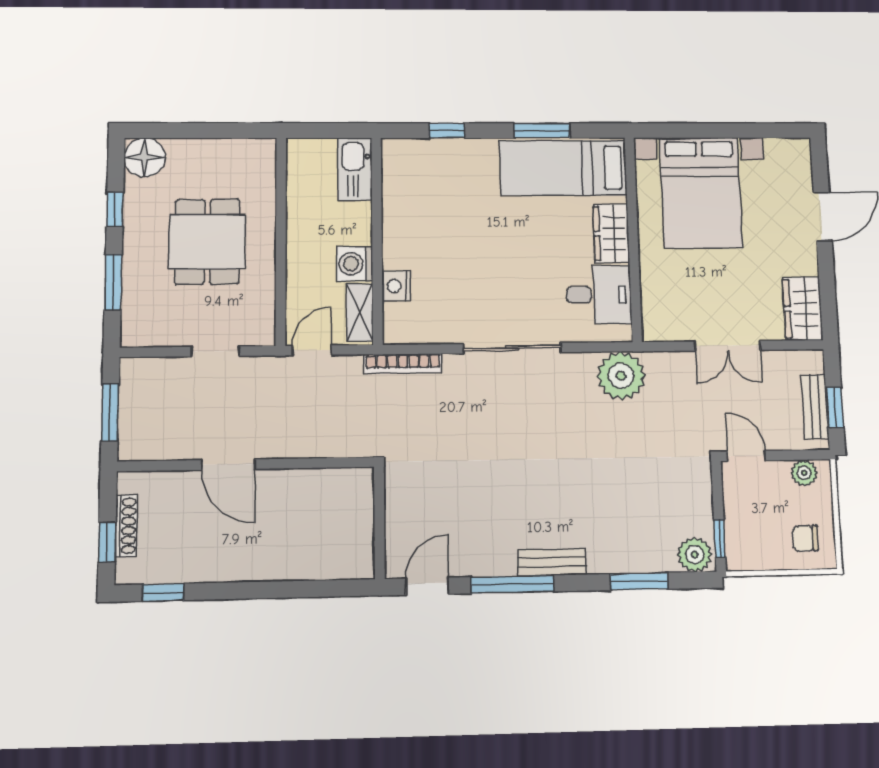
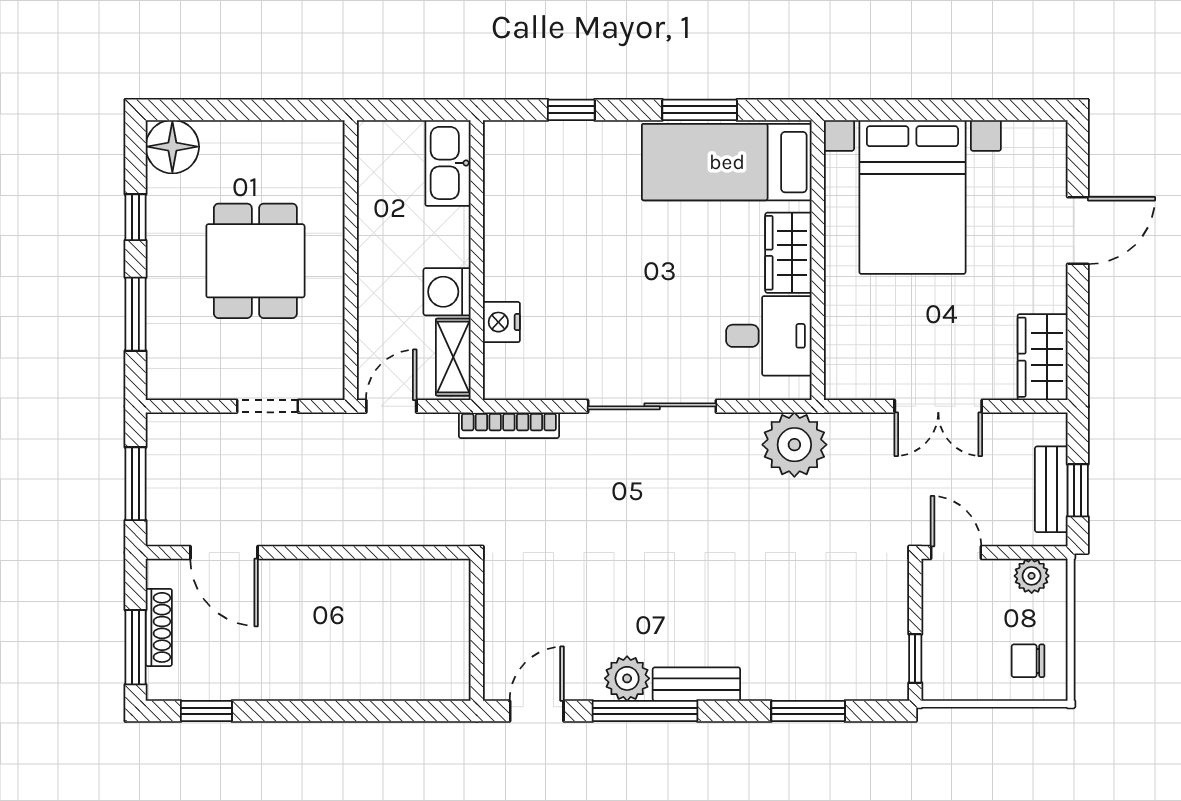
door: (228, 465) -> (224, 553), moved
window: (107, 542) -> (136, 647), width x1.50
plant: (695, 555) -> (627, 678), moved

